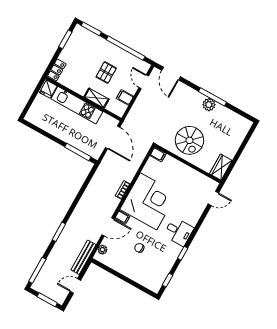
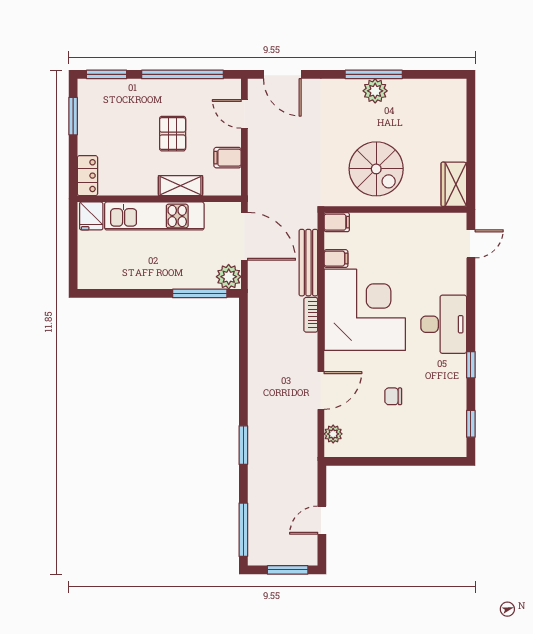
plant: (95, 152) -> (229, 277), added
filing cabinet: (122, 217) -> (336, 259), moved
desk: (179, 232) -> (444, 324), width x1.37
bench: (83, 257) -> (308, 263), moved

